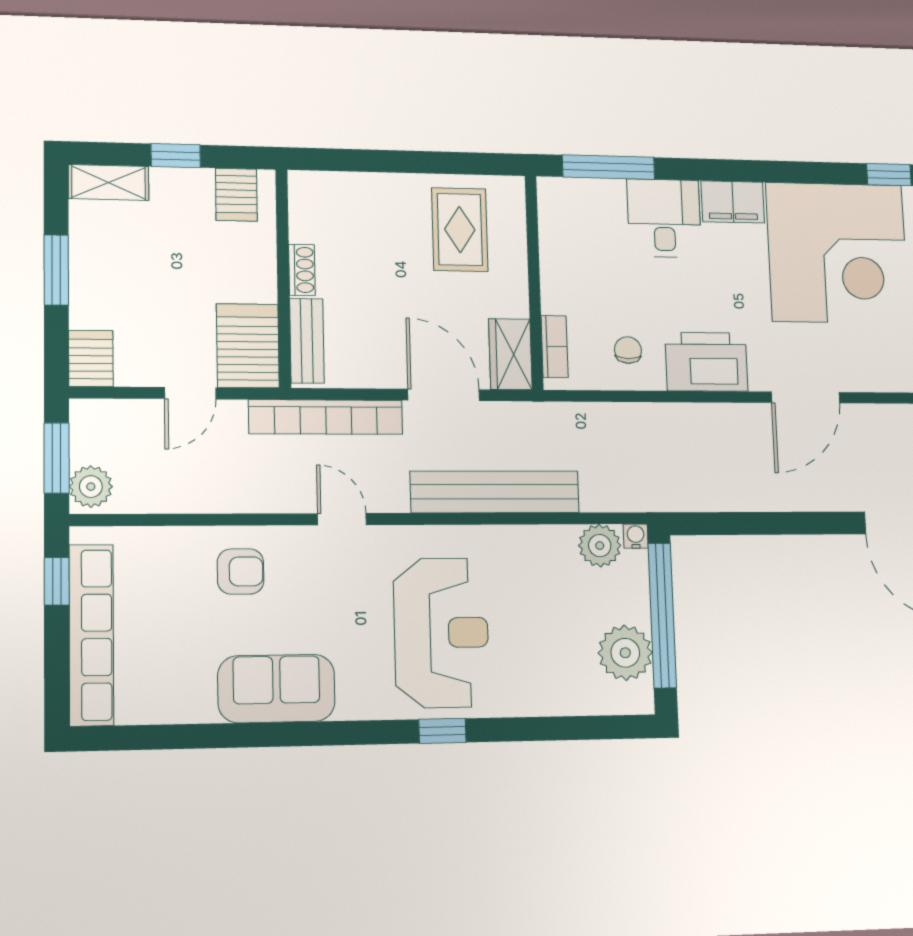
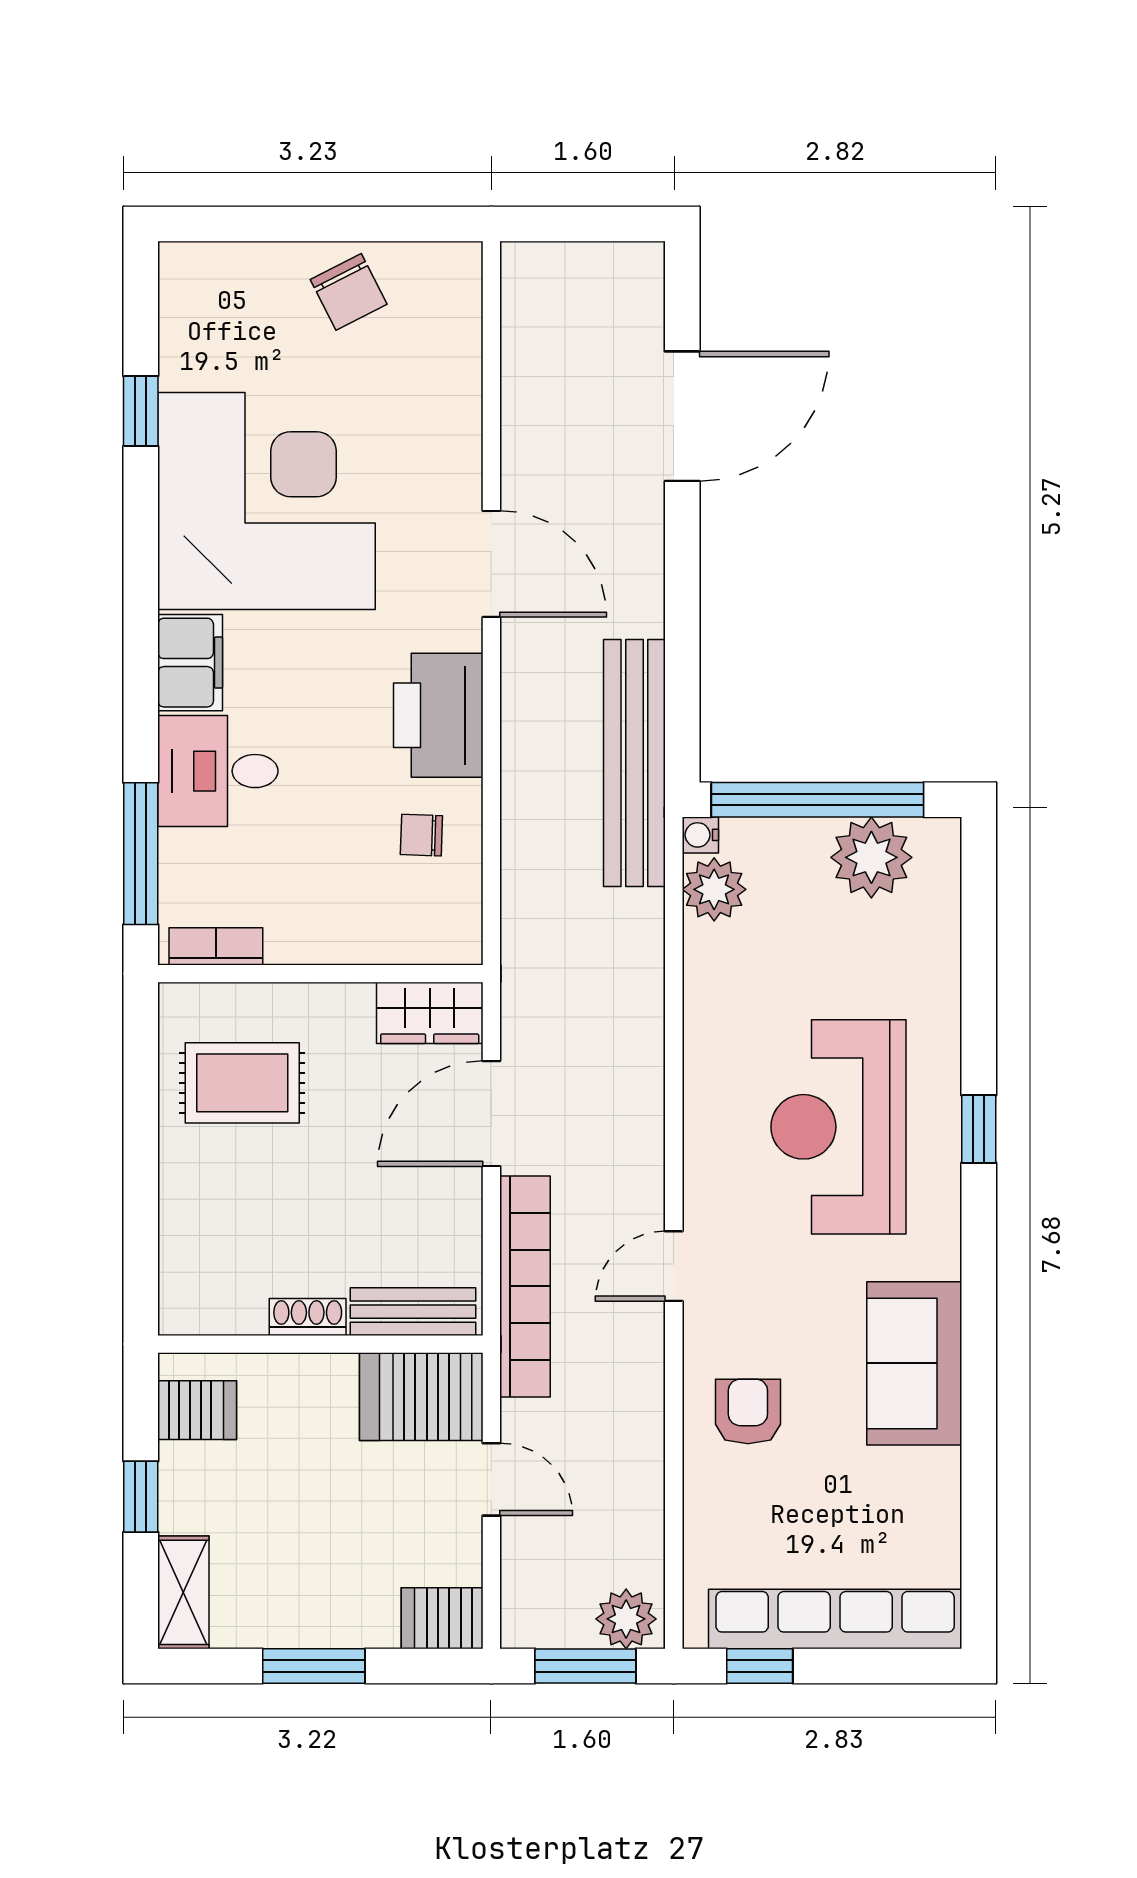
bookcase: (555, 347) -> (216, 946), moved
bench: (495, 492) -> (634, 763), moved
reception desk: (441, 633) -> (839, 1127), turned -90

